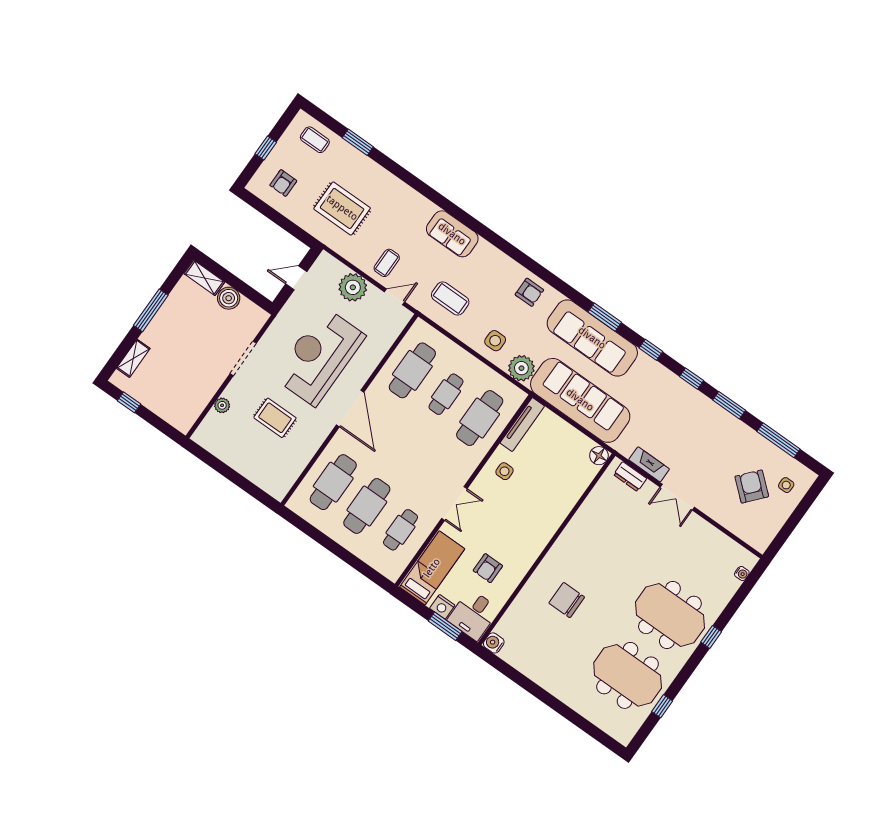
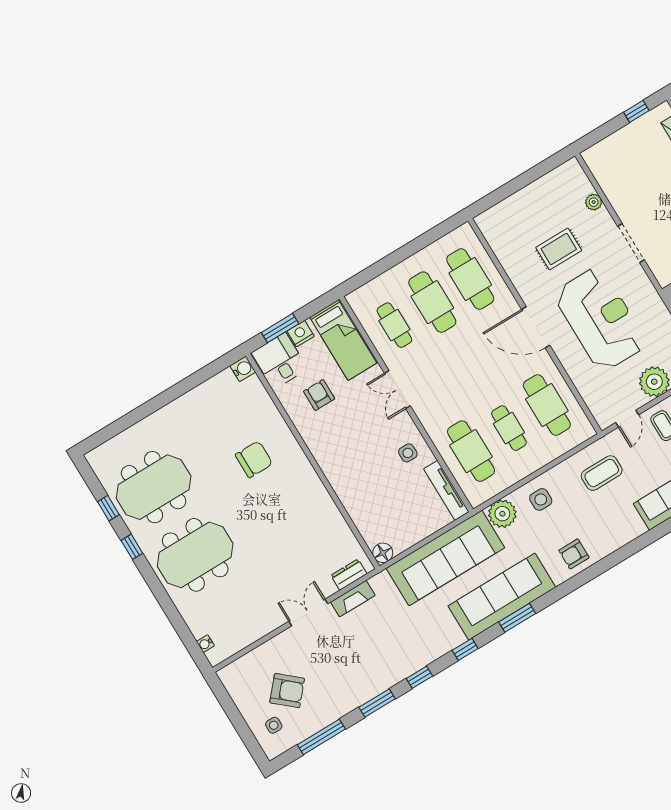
window: (711, 637) -> (132, 547), moved

